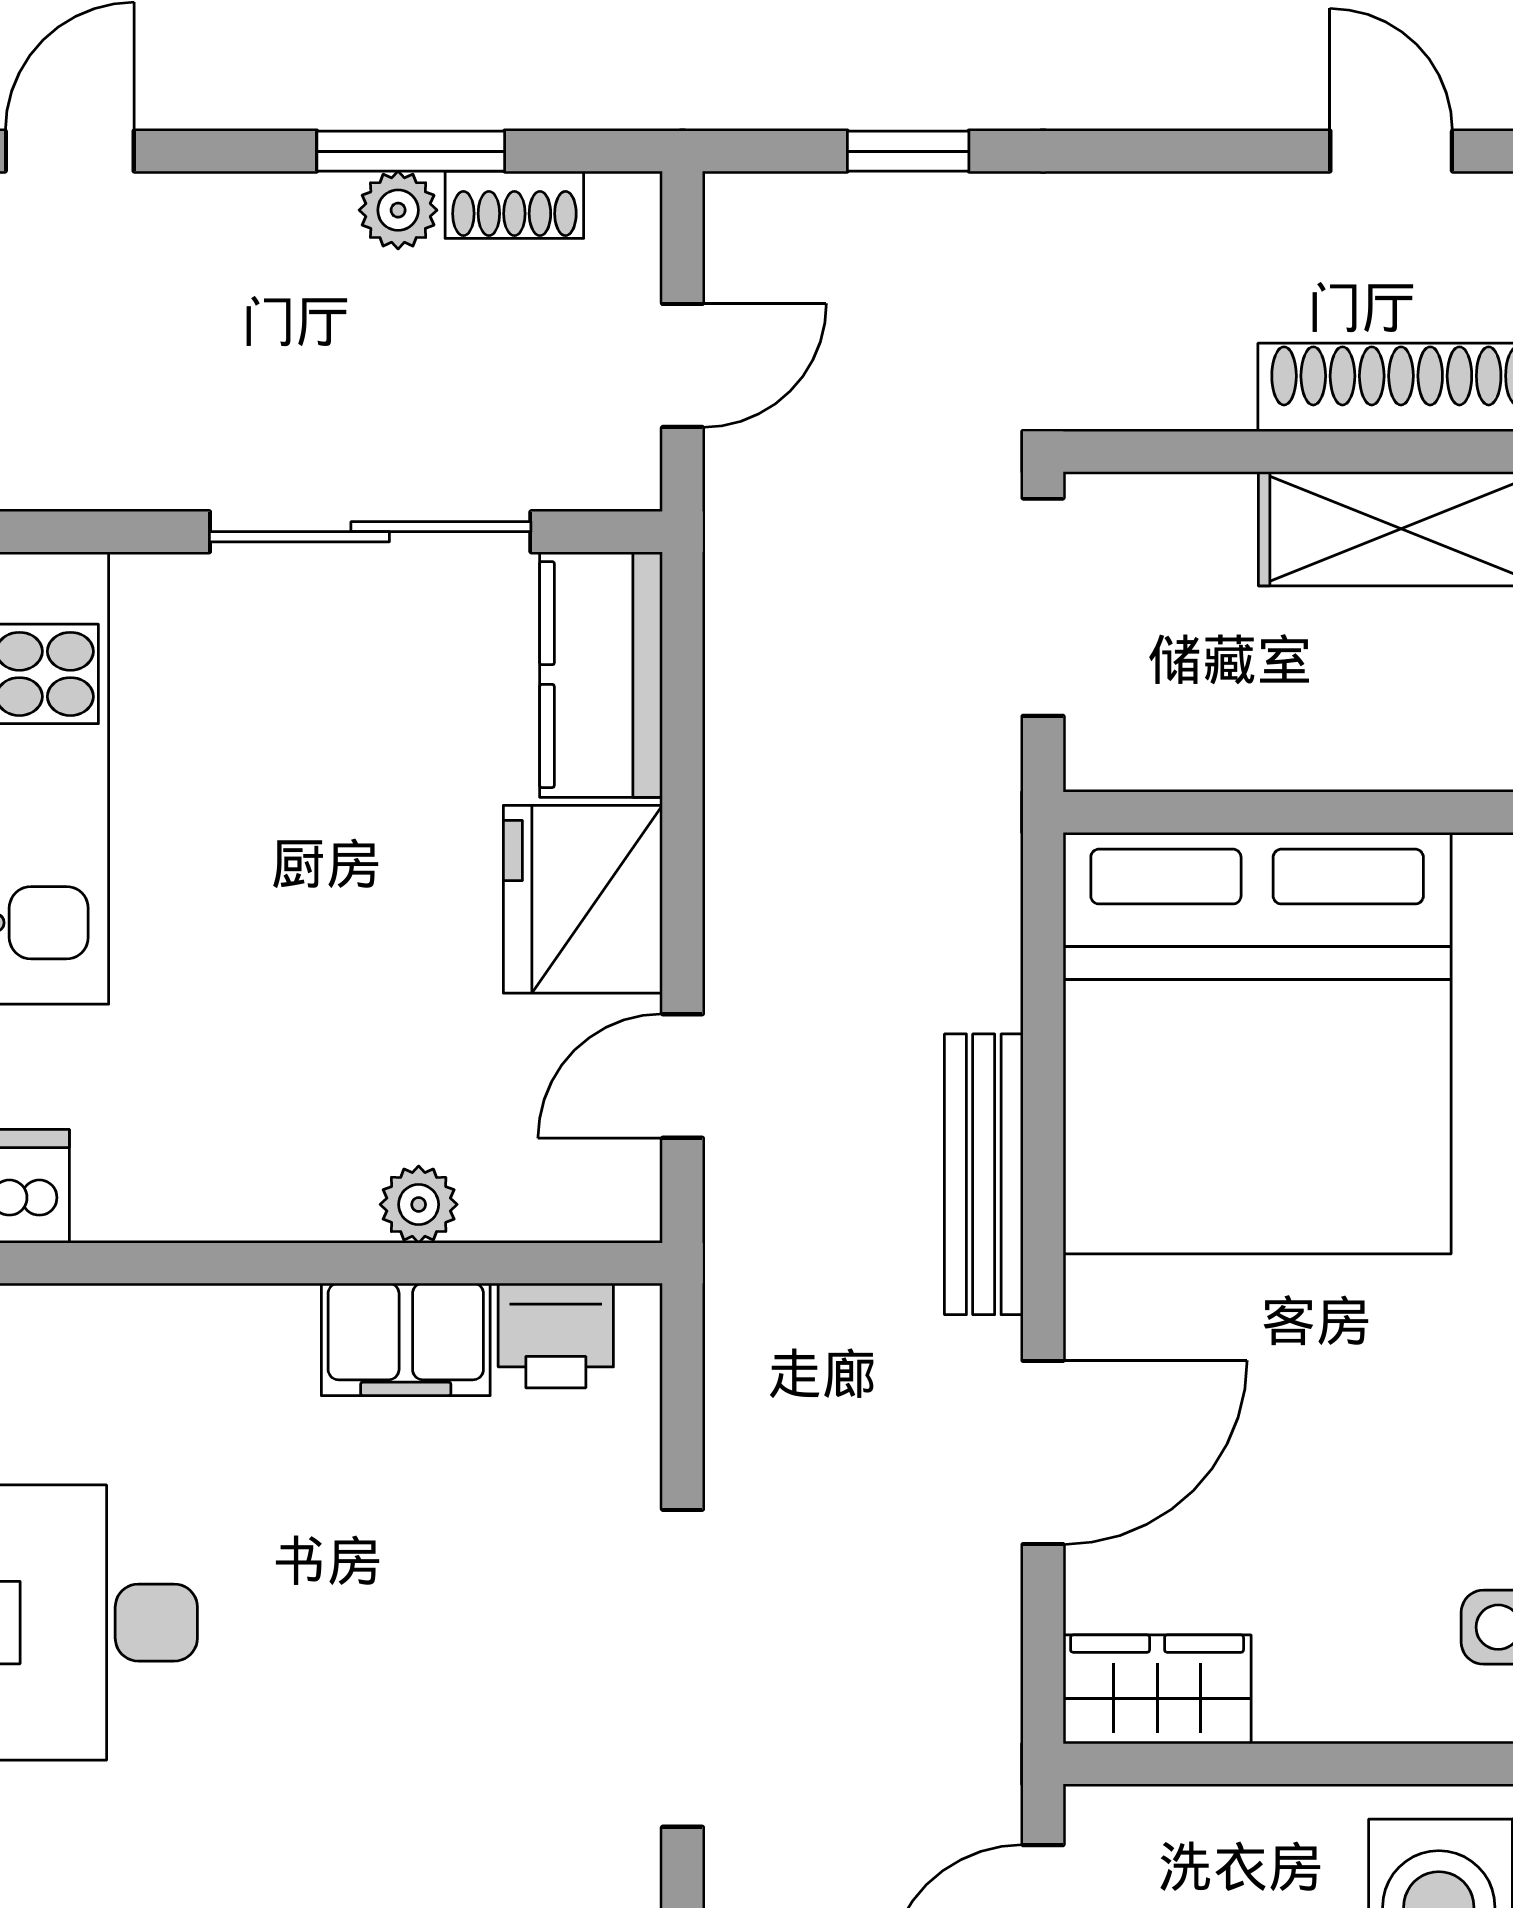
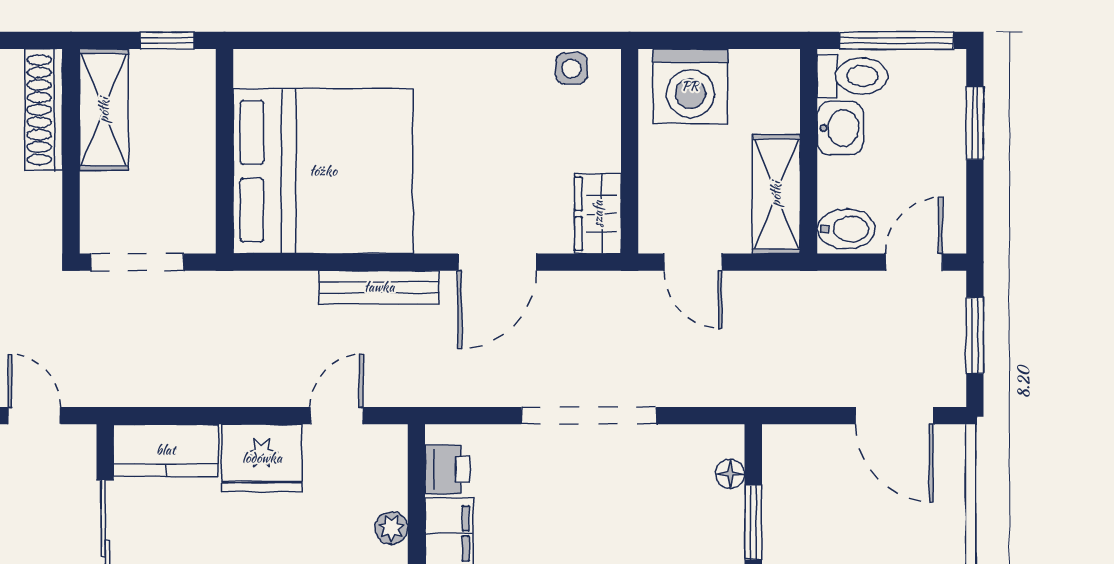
door: (682, 1076) -> (337, 416), swing flipped
door: (1043, 1452) -> (497, 262), swing flipped

